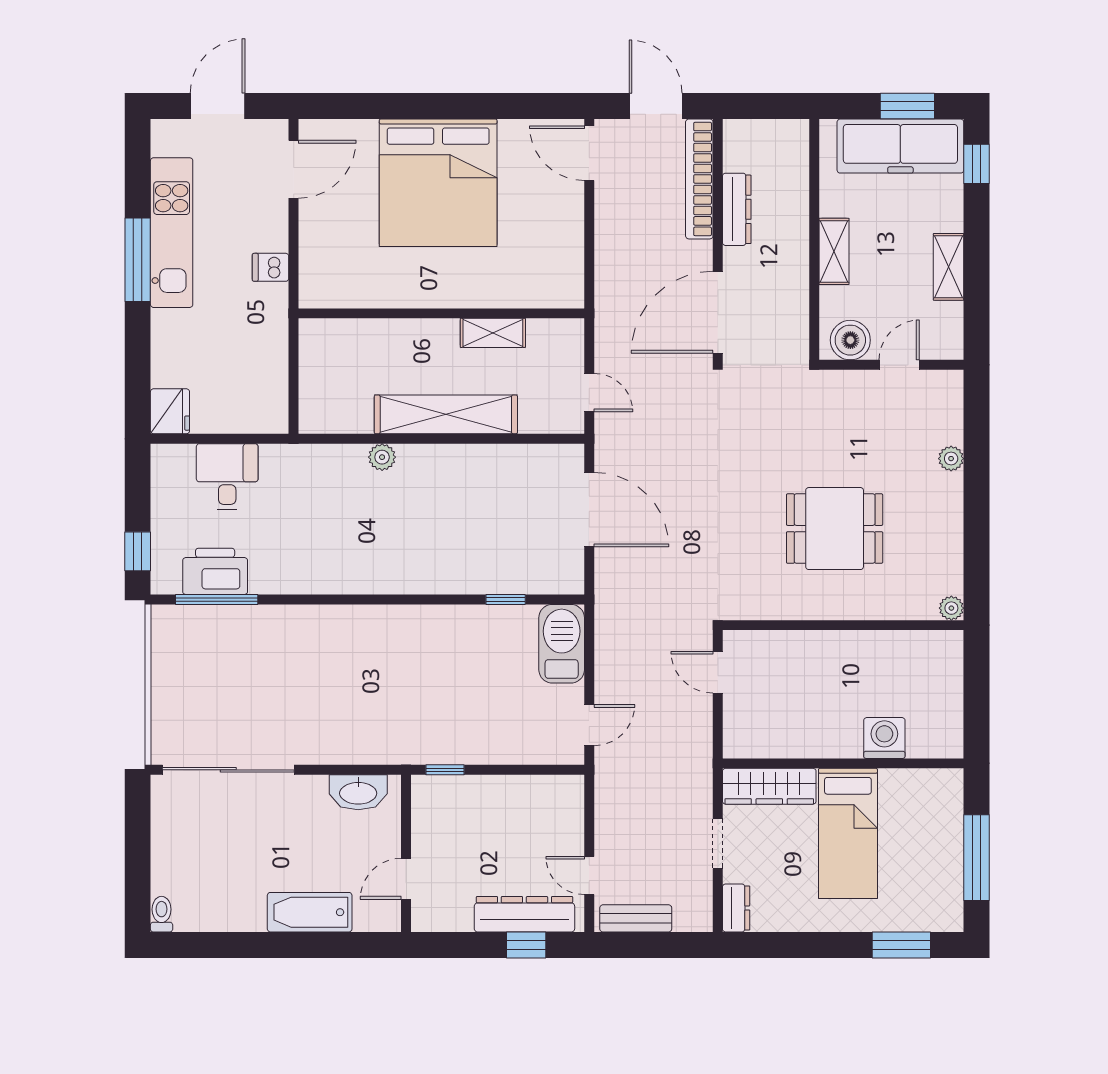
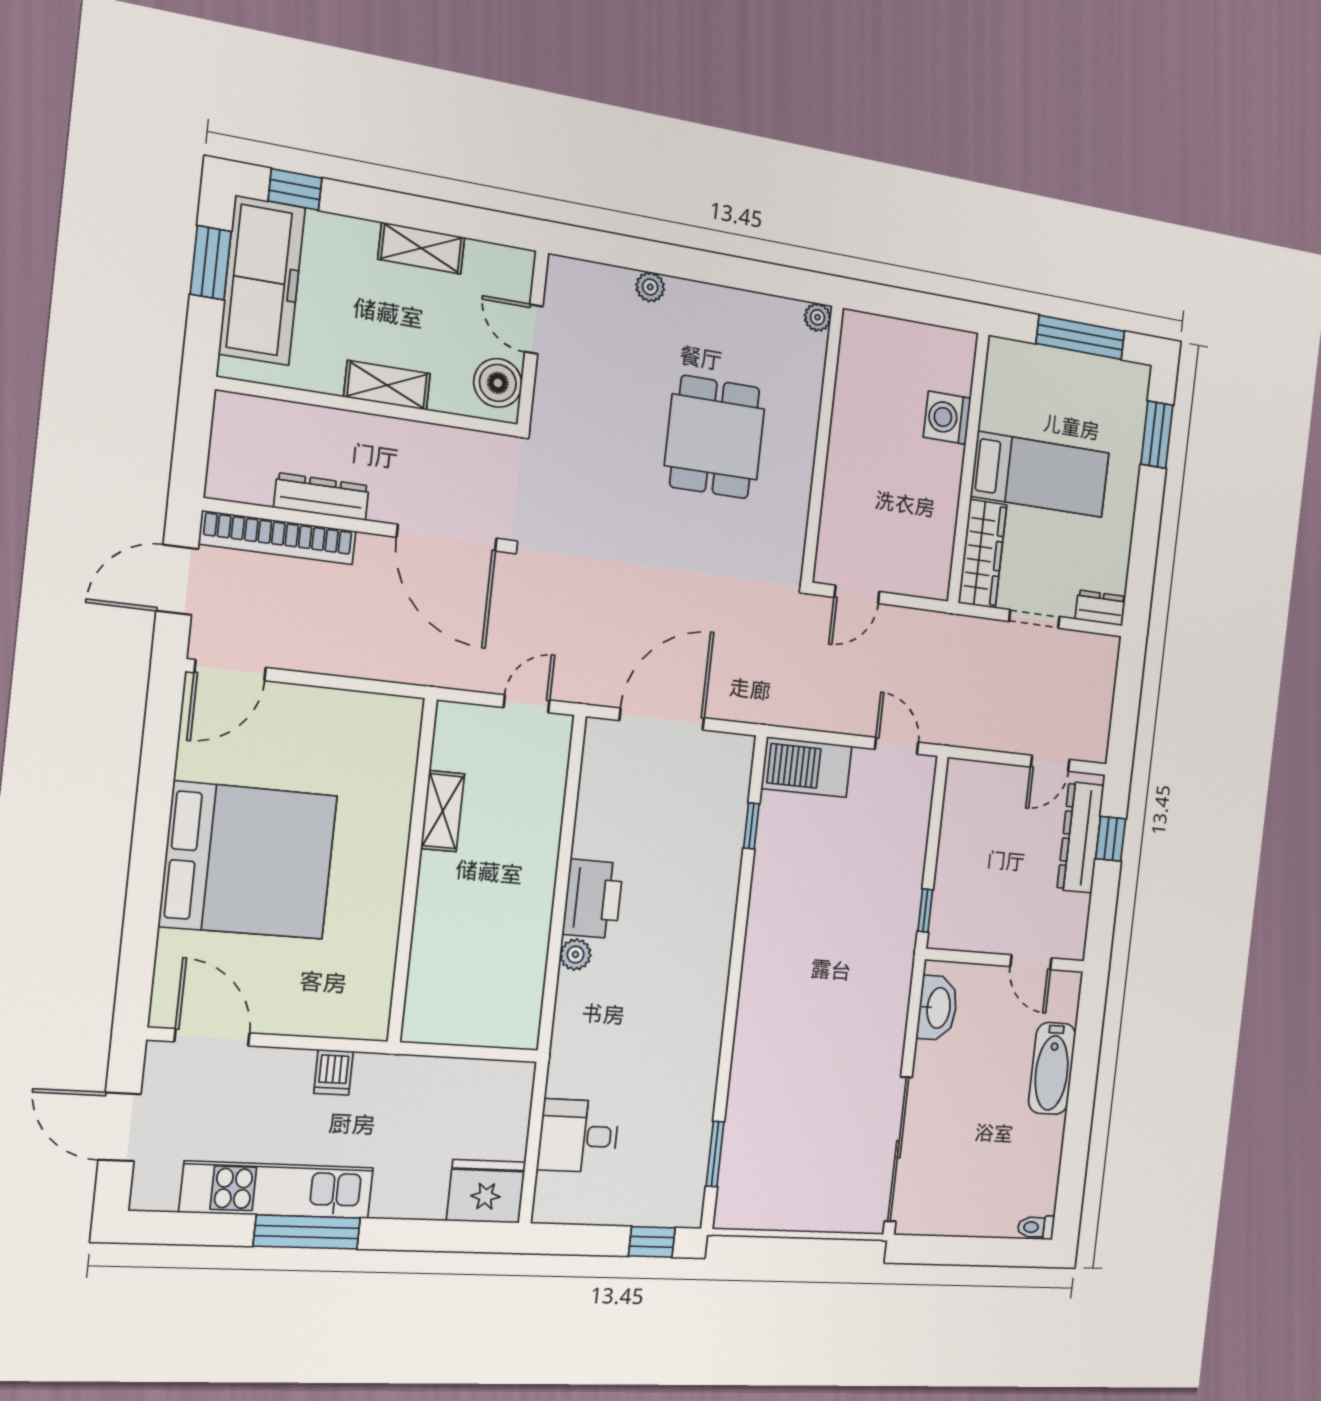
fridge: (170, 411) -> (486, 1191), width x1.36, depth x1.34
shelving: (446, 414) -> (534, 876), removed
printer: (215, 571) -> (593, 899), moved, turned 180
window: (217, 599) -> (715, 1154), width x0.69
bench: (636, 918) -> (1098, 718), removed

